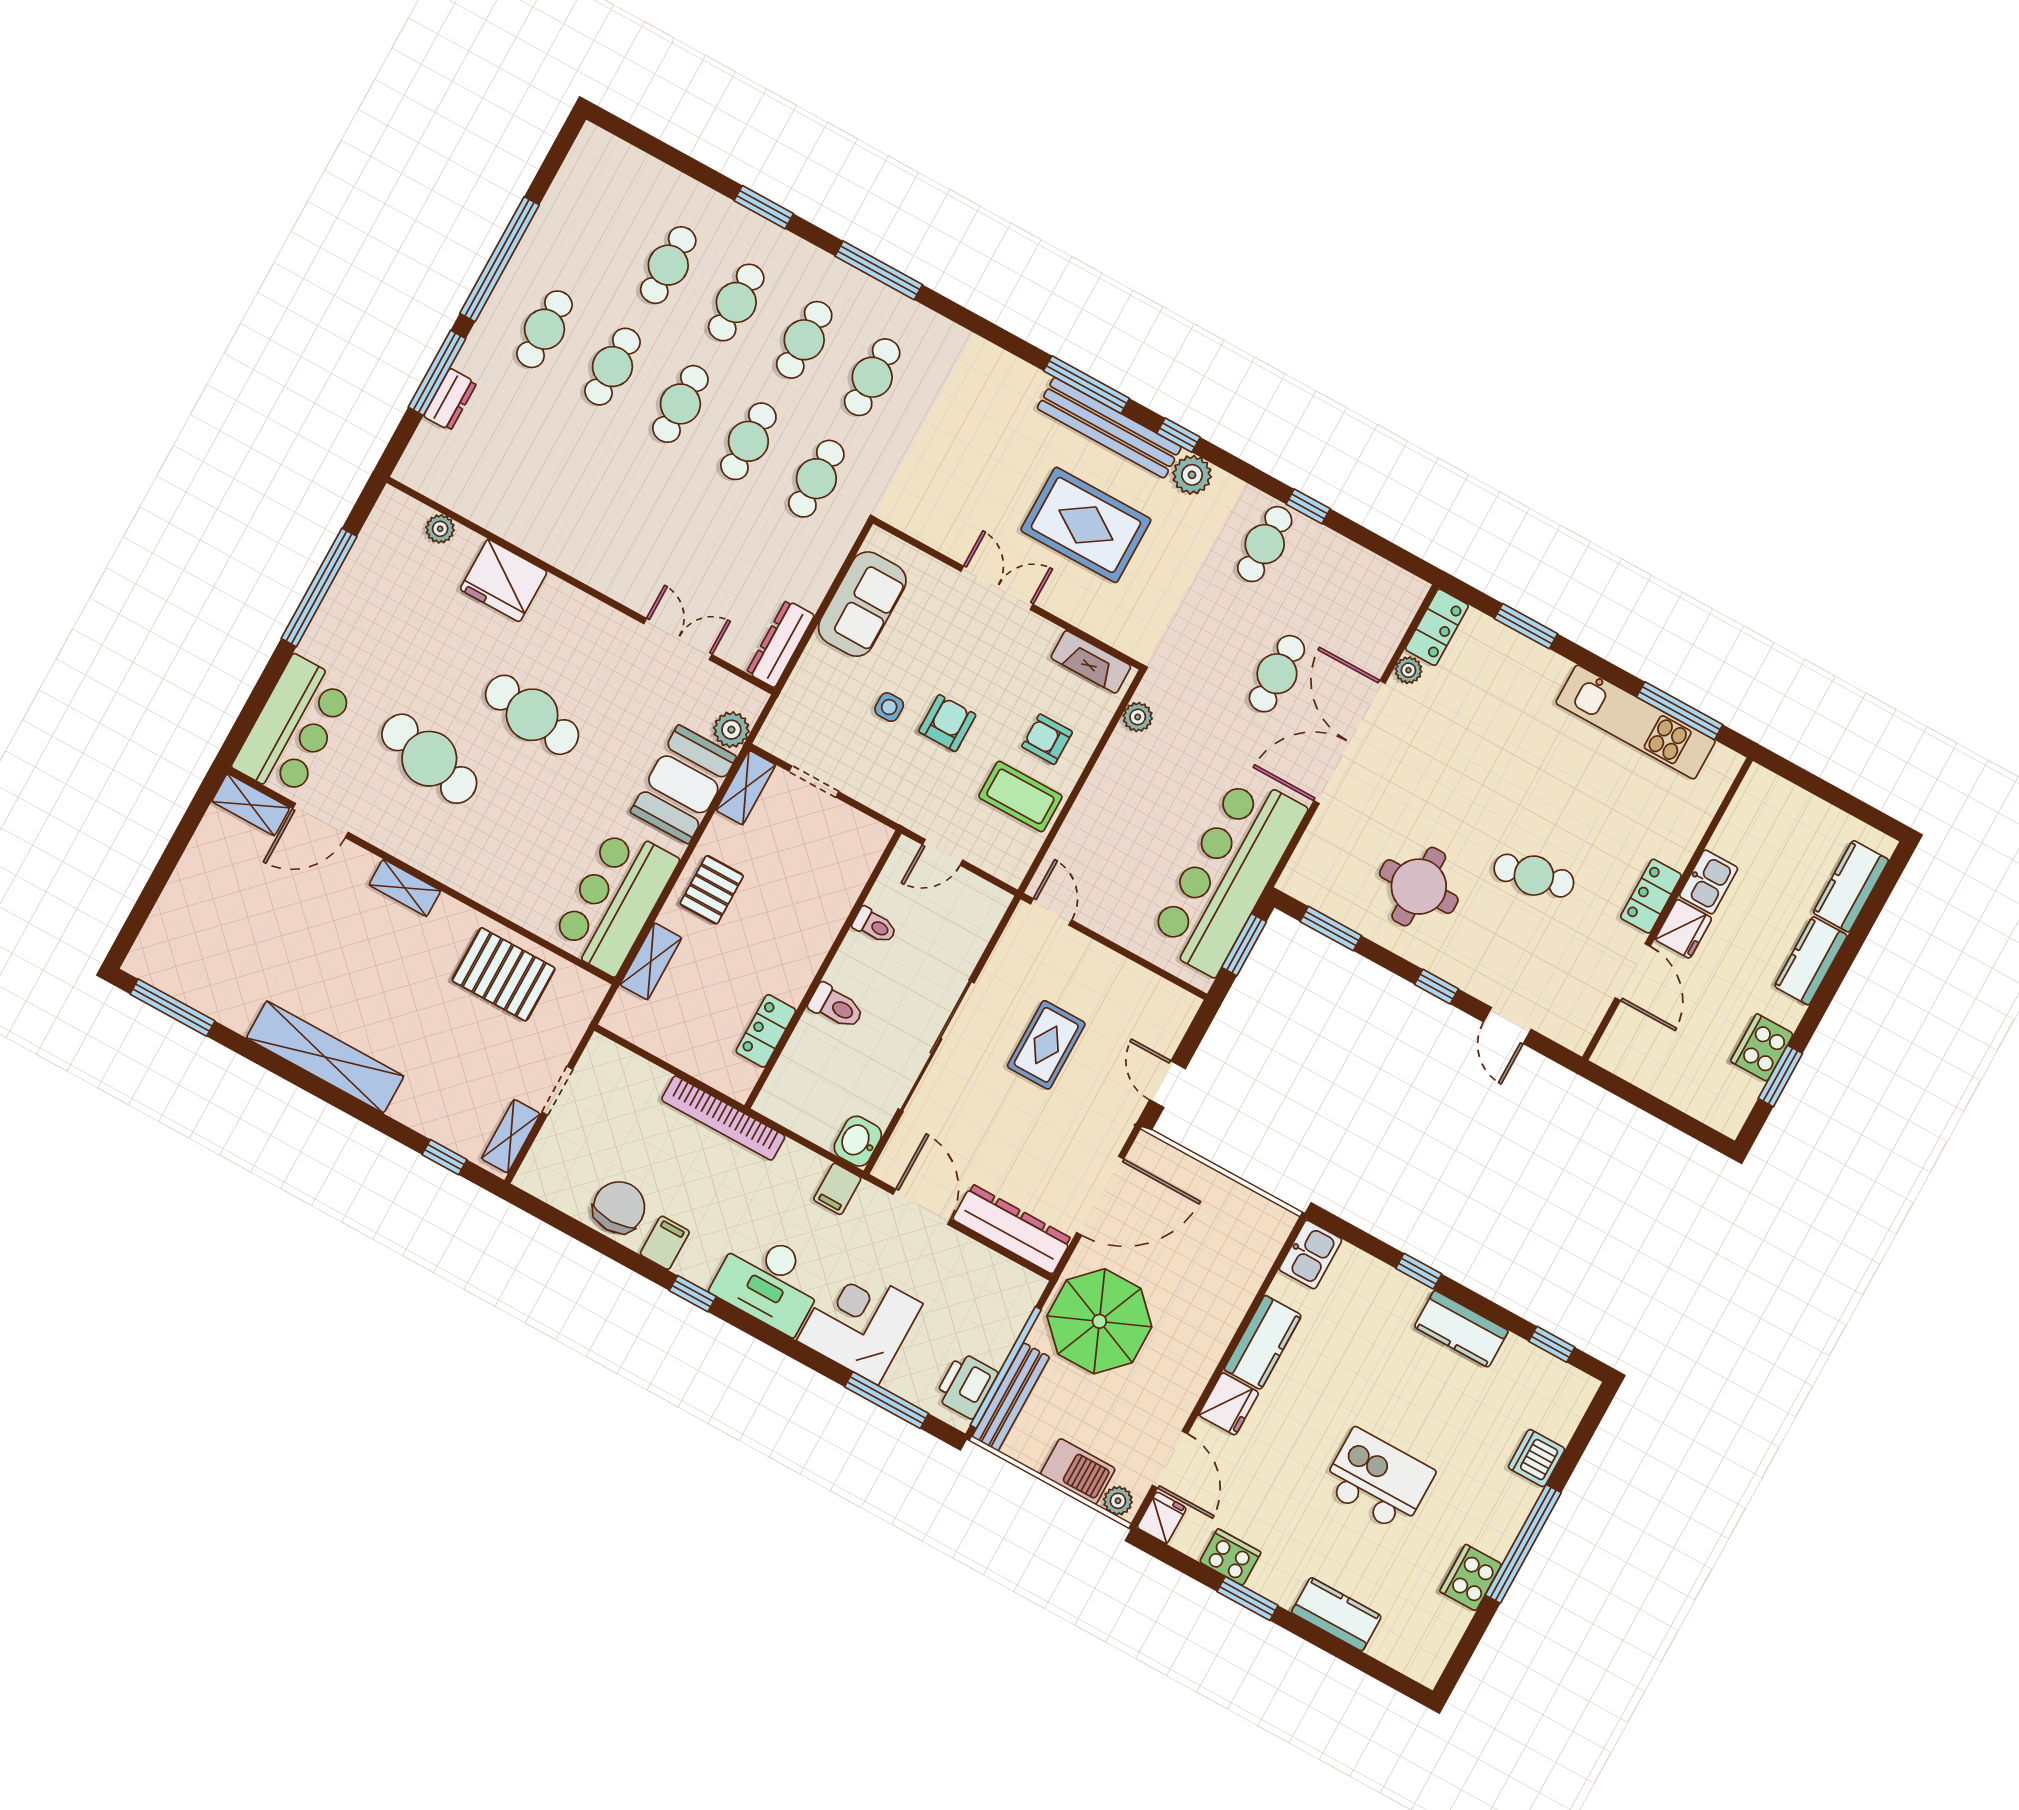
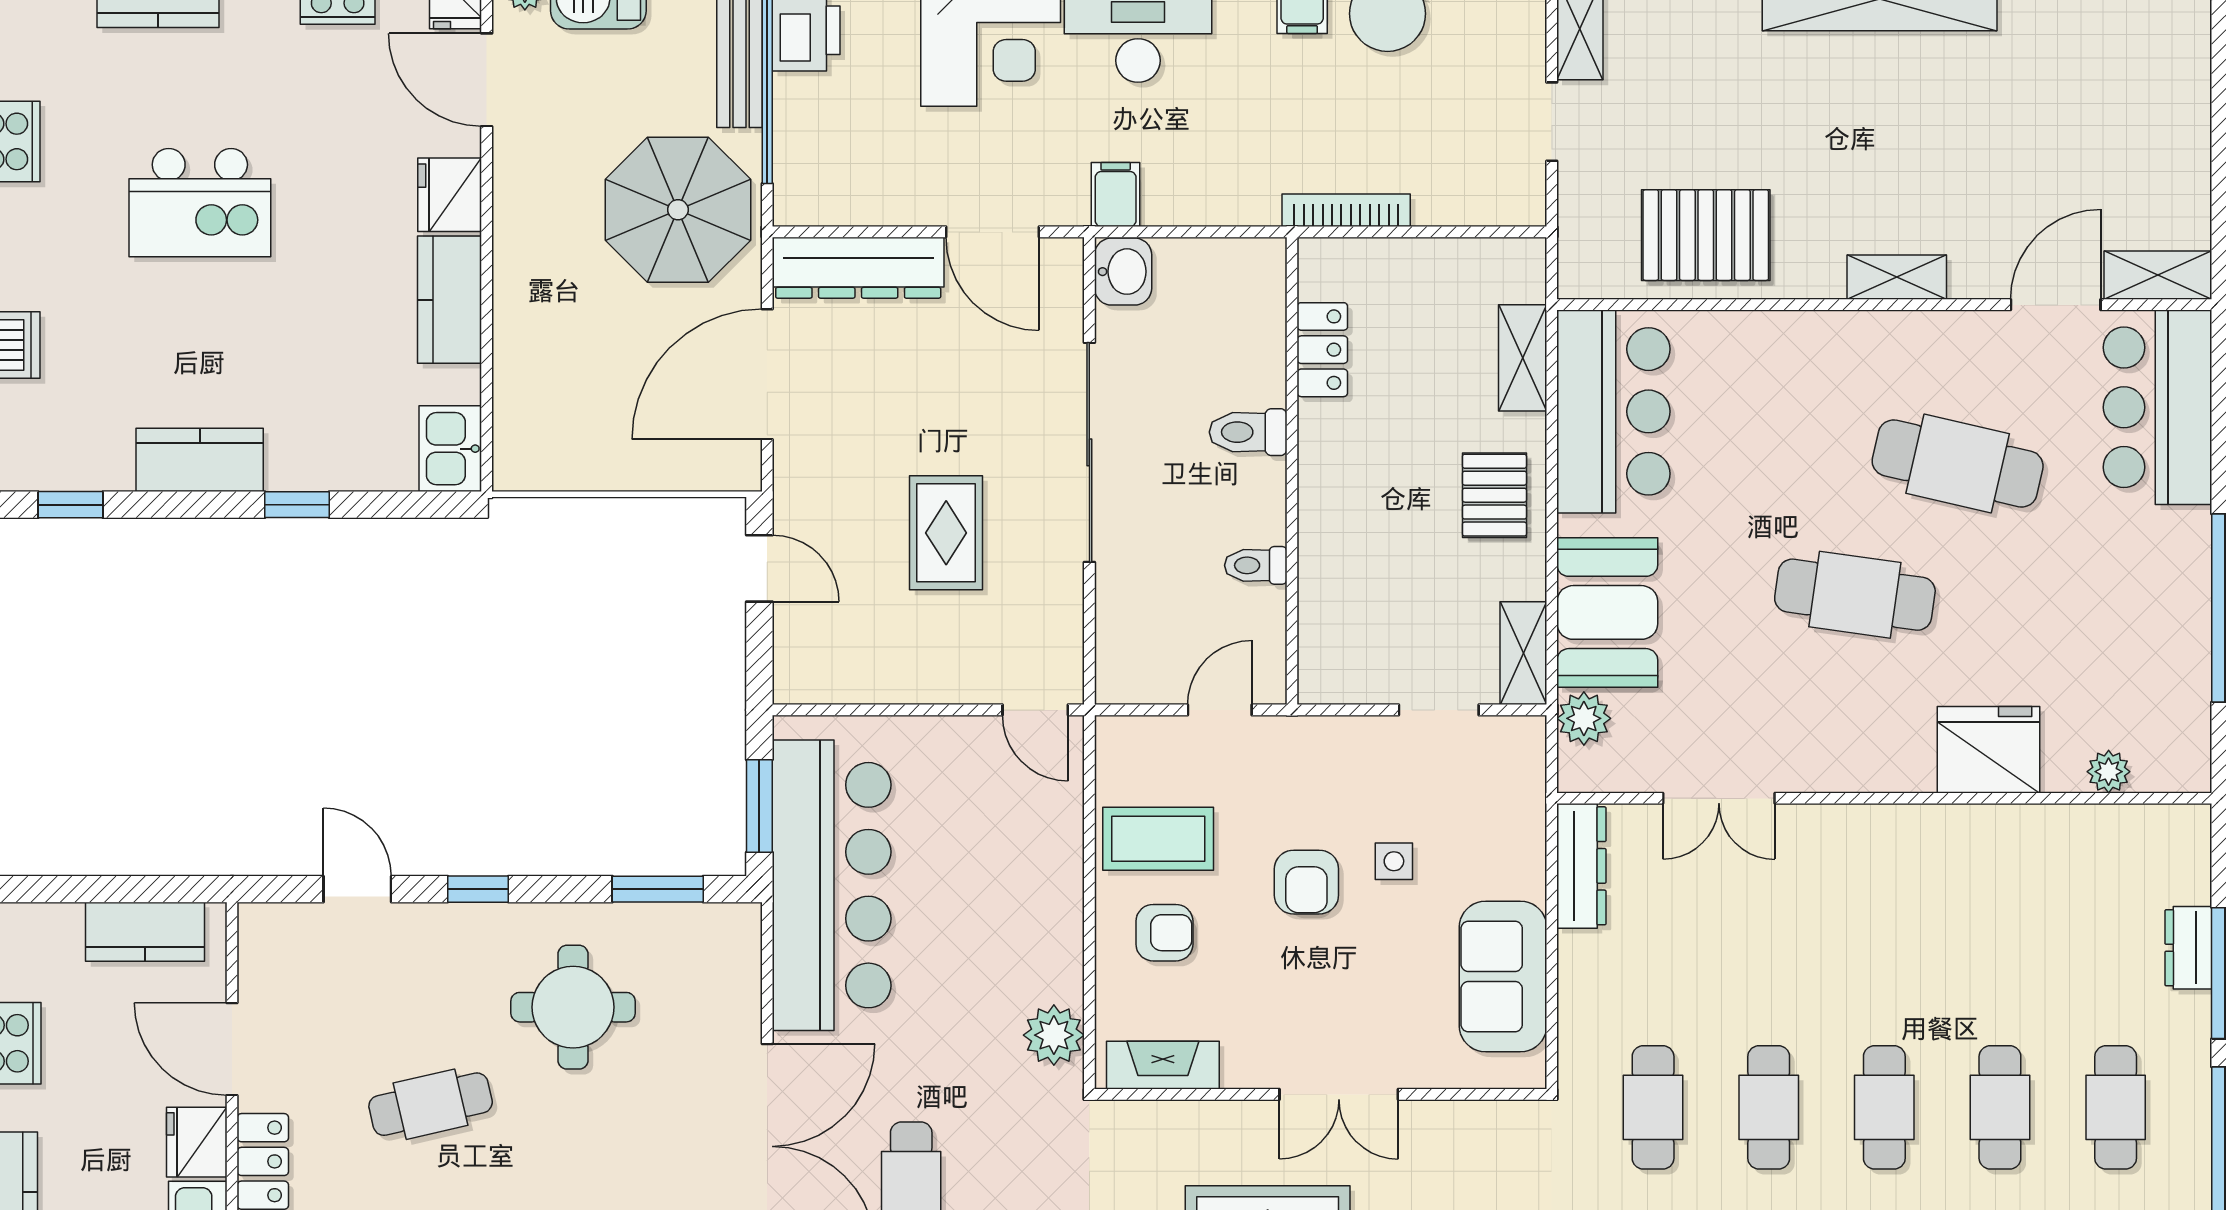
plant: (1138, 717) -> (1054, 1035), width x1.38, depth x1.38
kitchen counter: (1646, 1069) -> (145, 932), added
bookcase: (723, 1118) -> (1346, 210), width x0.68, depth x0.76

